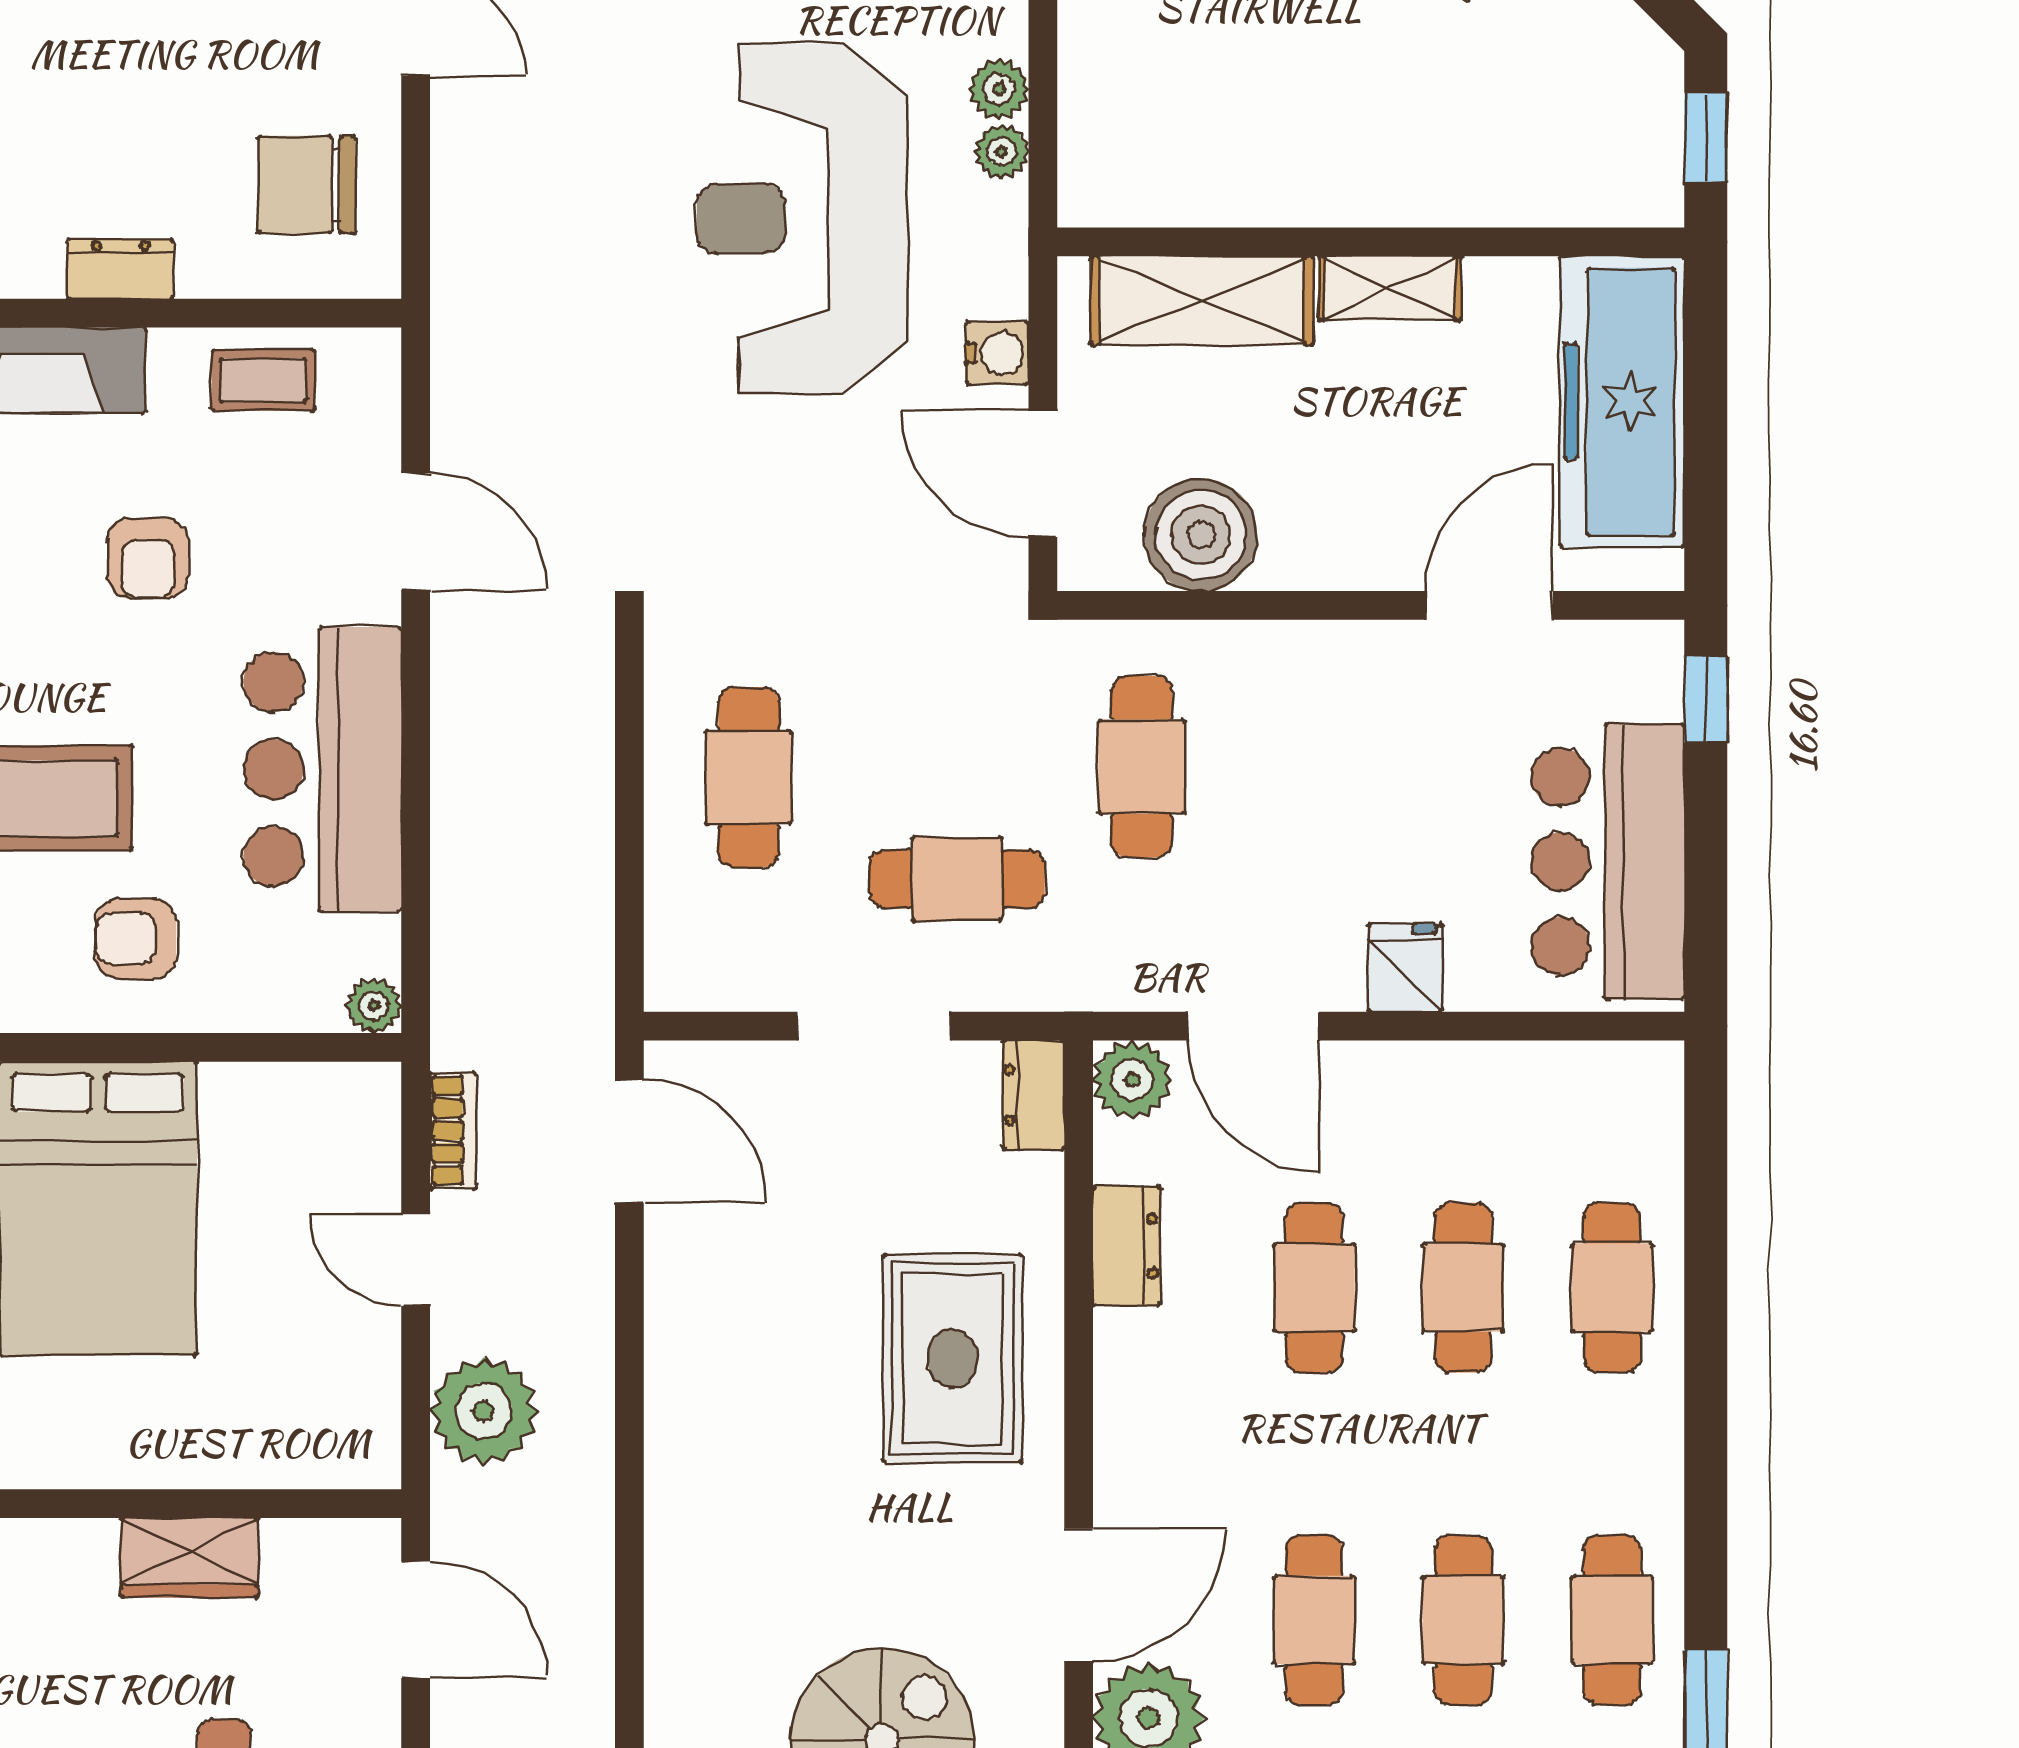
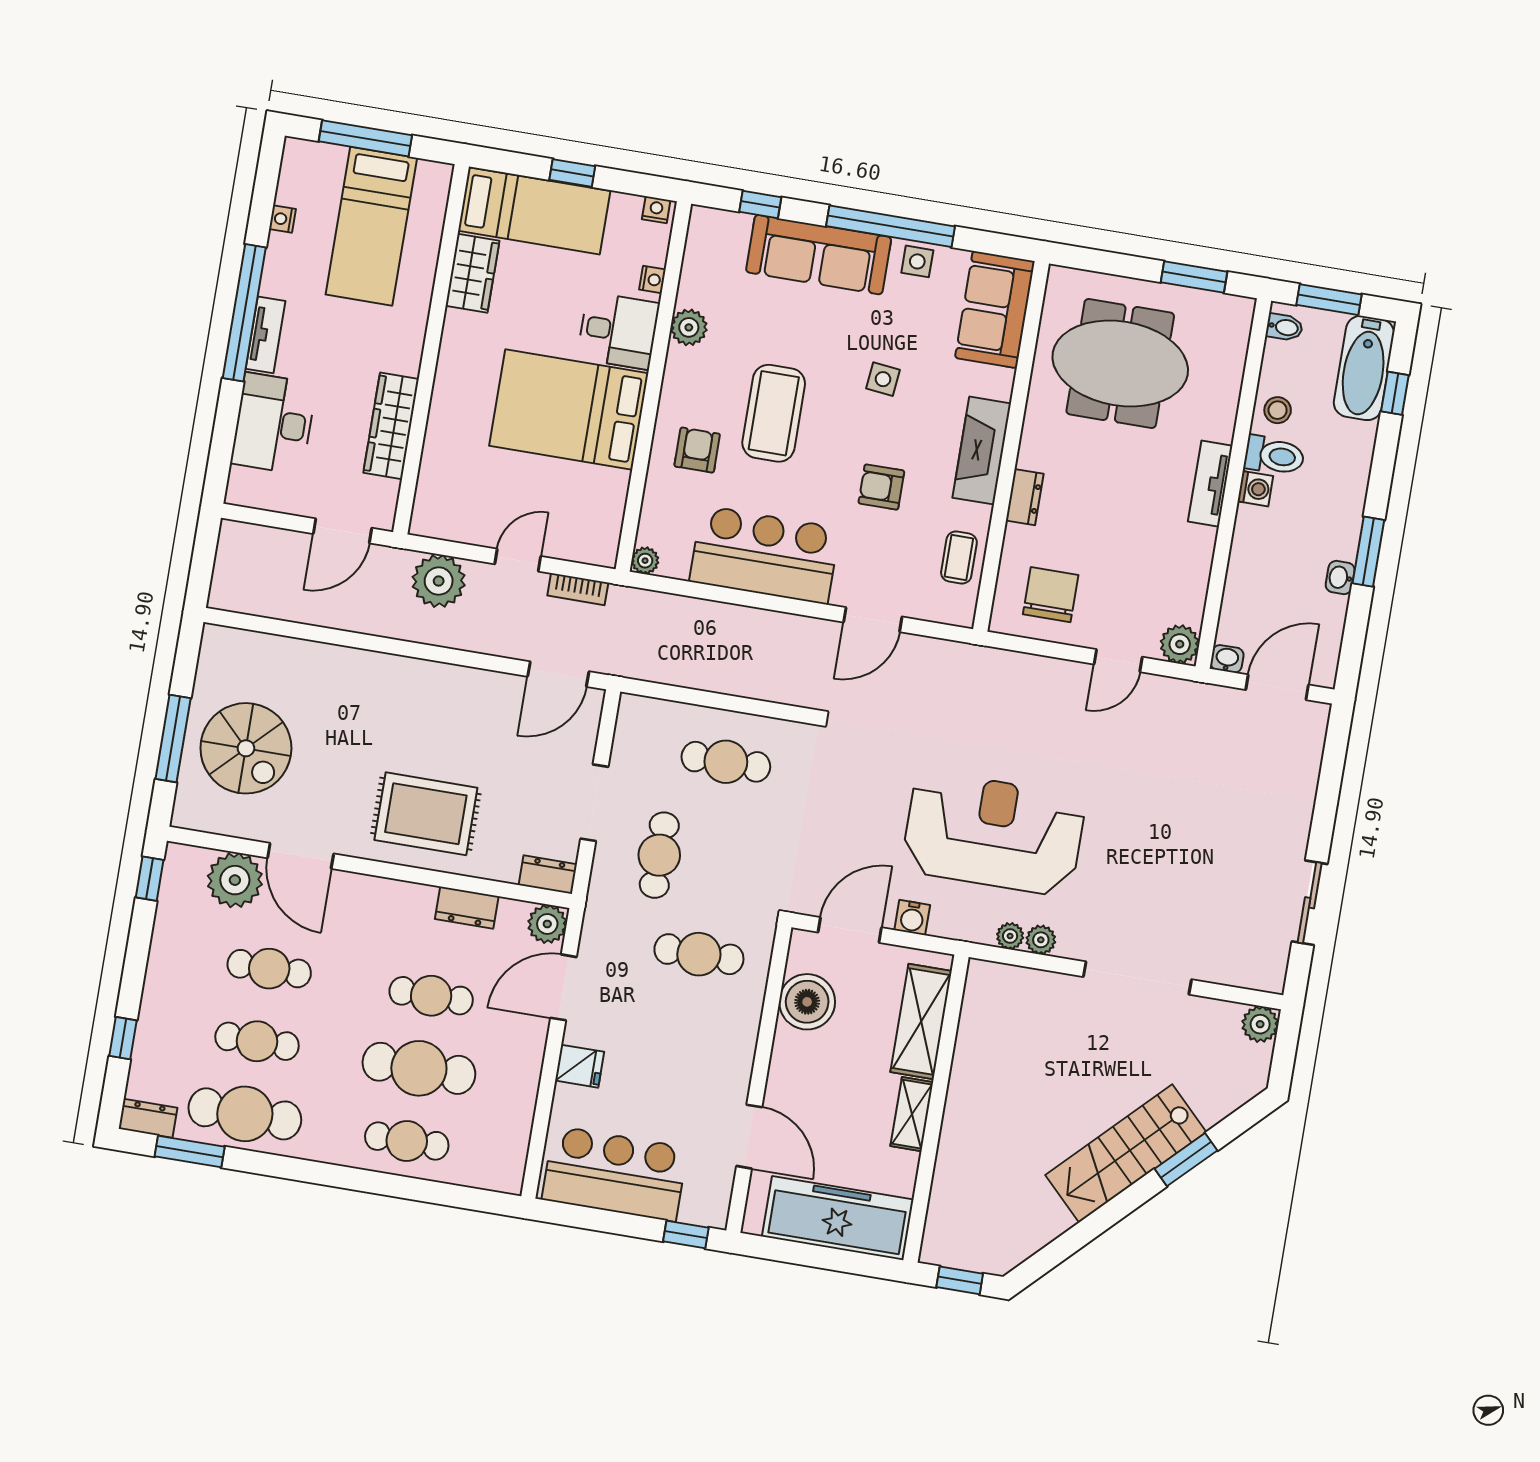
cafe table: (1463, 1288) -> (419, 1068), width x1.37, depth x1.35
wardrobe: (190, 1558) -> (391, 426), width x1.50
cafe table: (1612, 1620) -> (245, 1114), width x1.37, depth x1.35

